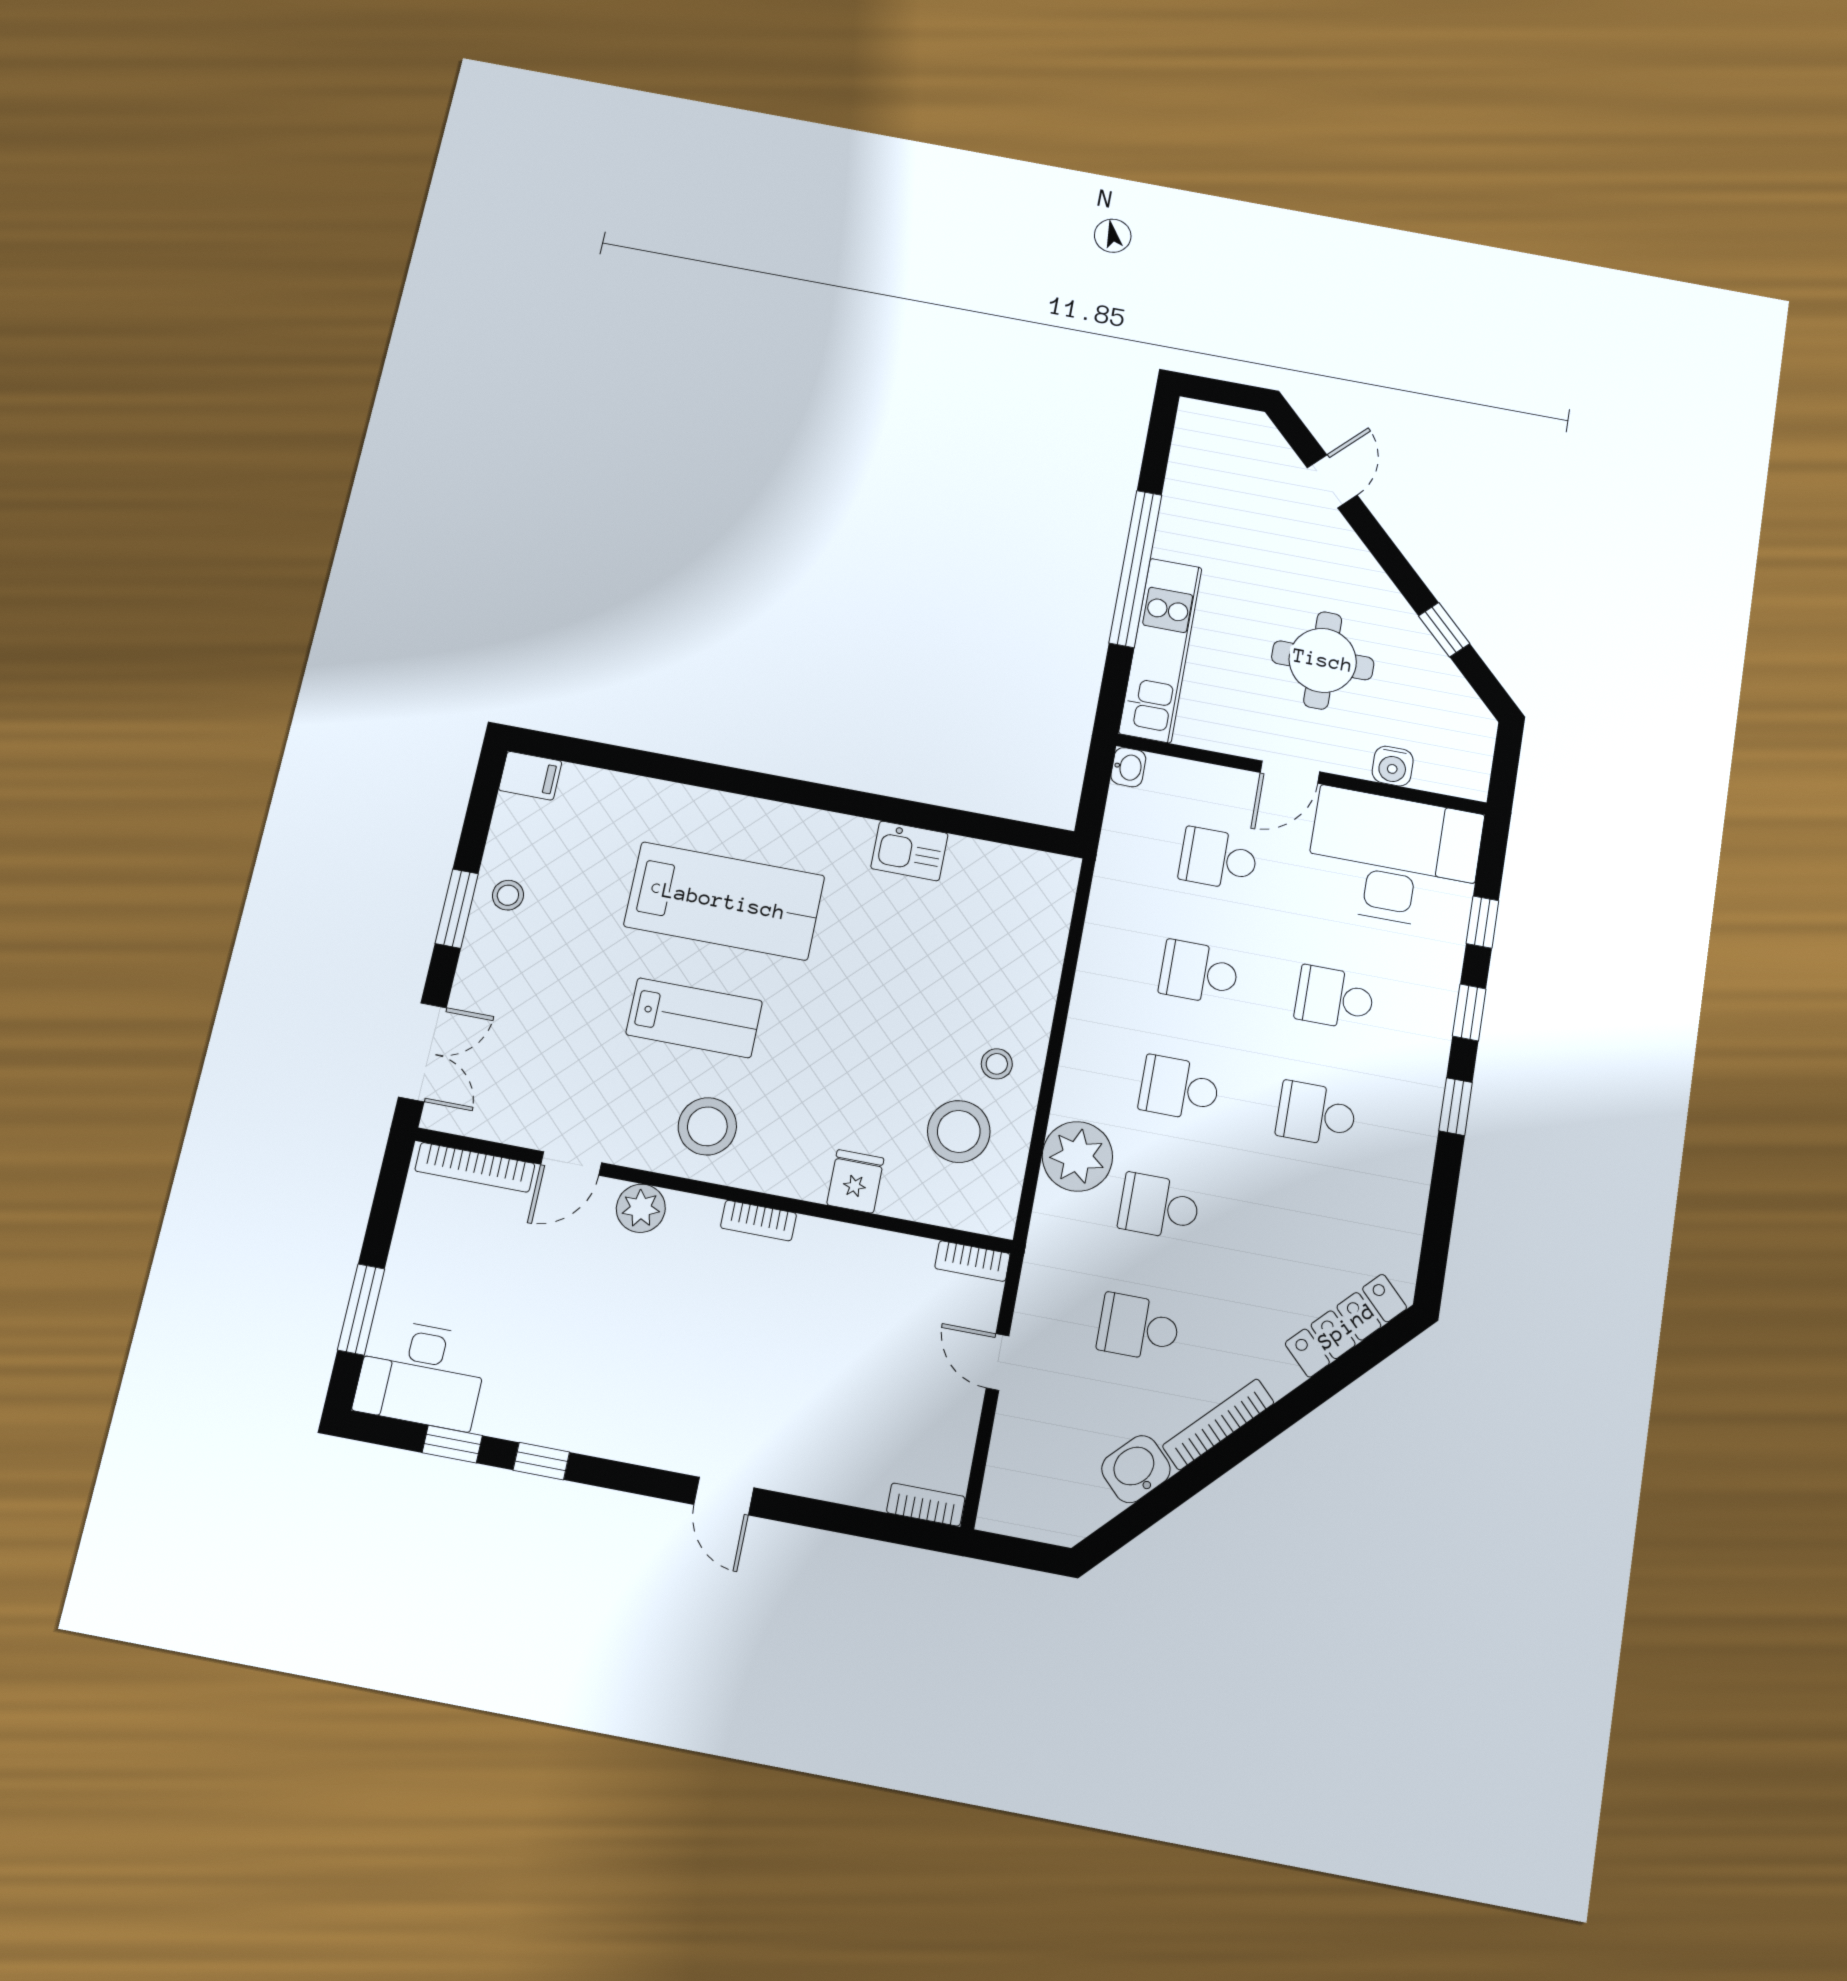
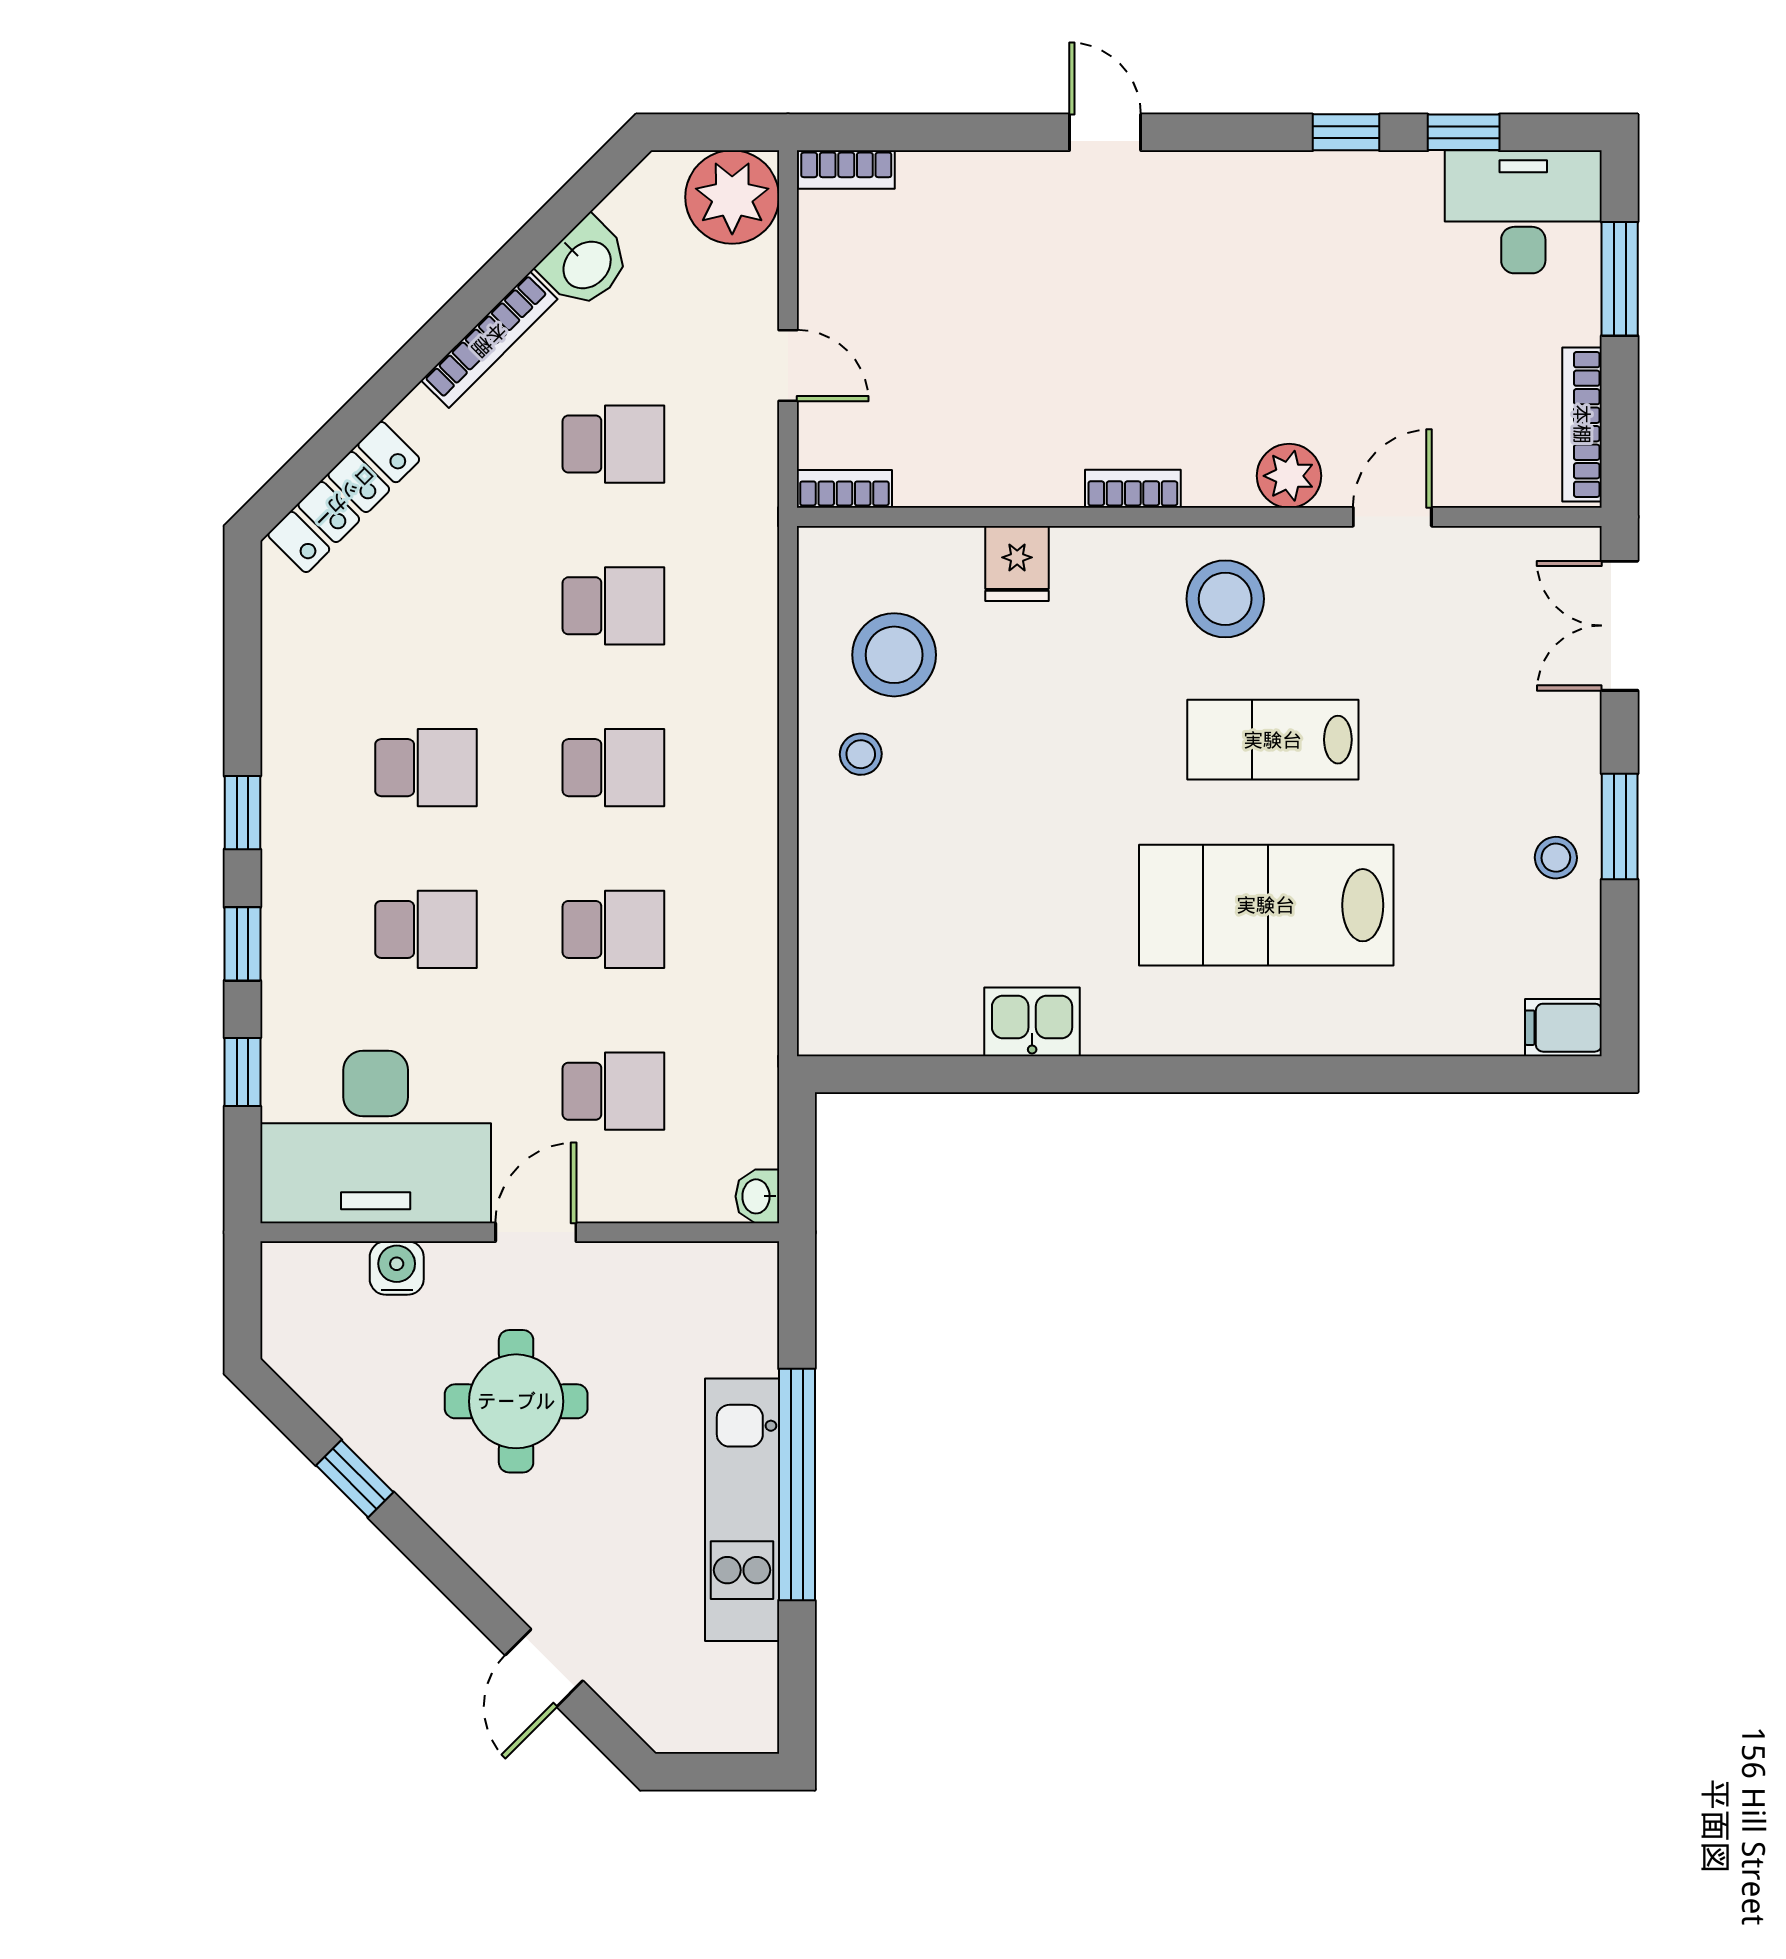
kitchen unit: (1161, 650) -> (742, 1510), moved
plant: (1077, 1156) -> (732, 197), moved
bookcase: (475, 1167) -> (1582, 424), moved, turned -90

